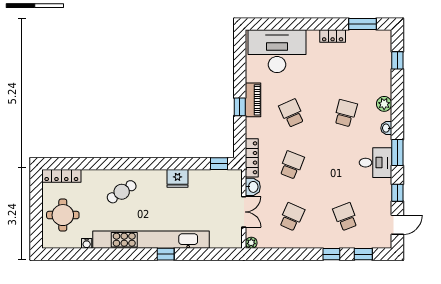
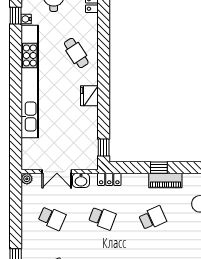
locker: (252, 158) -> (109, 179), width x0.66
fridge: (178, 178) -> (89, 96), moved
window: (166, 254) -> (16, 16), moved

